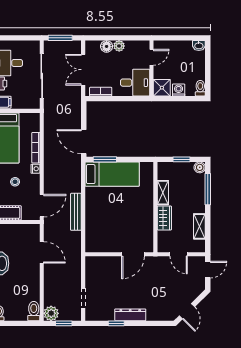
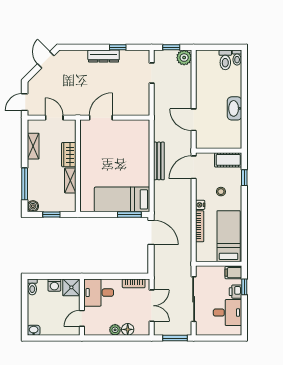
toilet: (34, 311) -> (225, 60), moved

